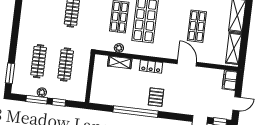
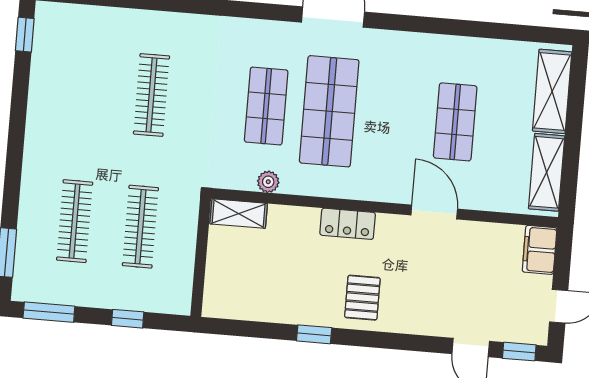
shelving: (120, 62) -> (239, 214), moved
plant: (42, 92) -> (85, 296), removed
window: (37, 100) -> (49, 312), moved
window: (136, 112) -> (314, 334), width x0.32

